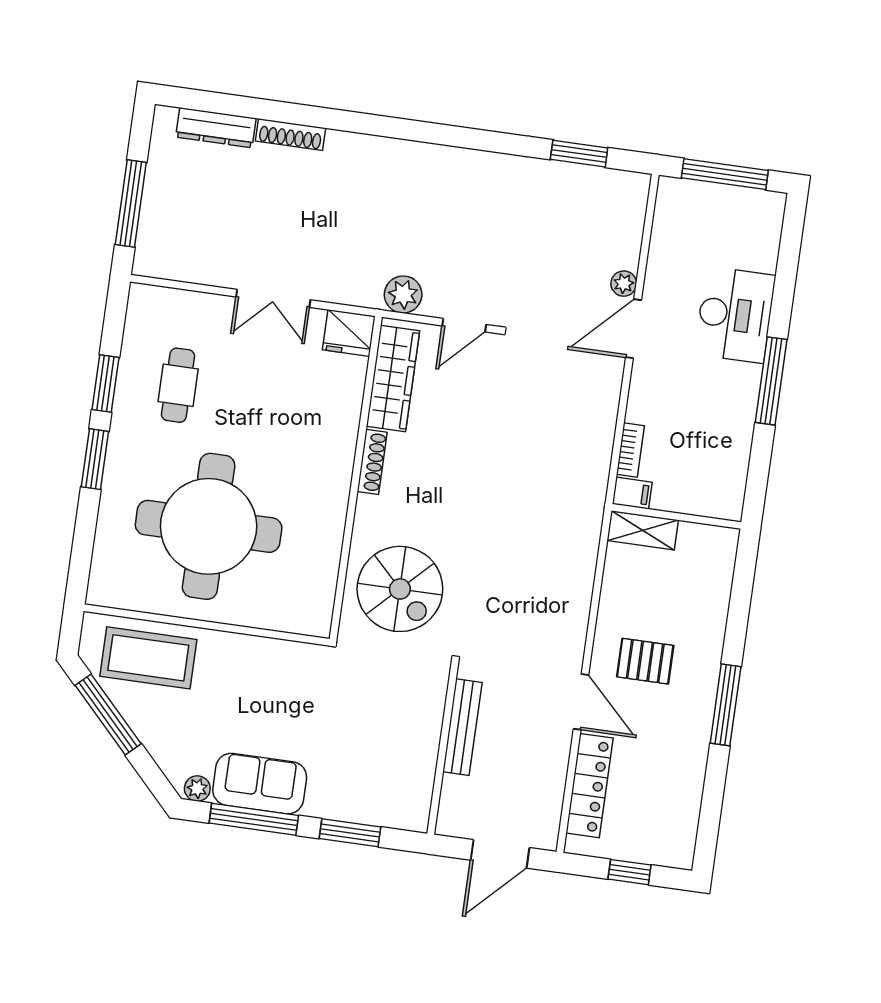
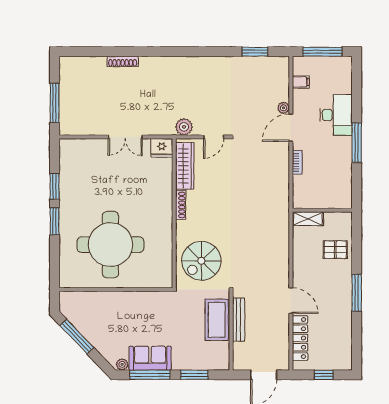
dresser: (216, 128) -> (88, 63), removed
cafe table: (178, 385) -> (88, 182), removed
bookcase: (630, 450) -> (297, 162), moved
filing cabinet: (632, 493) -> (301, 82), moved
spiral stairs: (400, 589) -> (201, 261), turned 90
coffee table: (148, 658) -> (217, 320), moved, turned 90
pallet: (645, 661) -> (335, 250), moved

